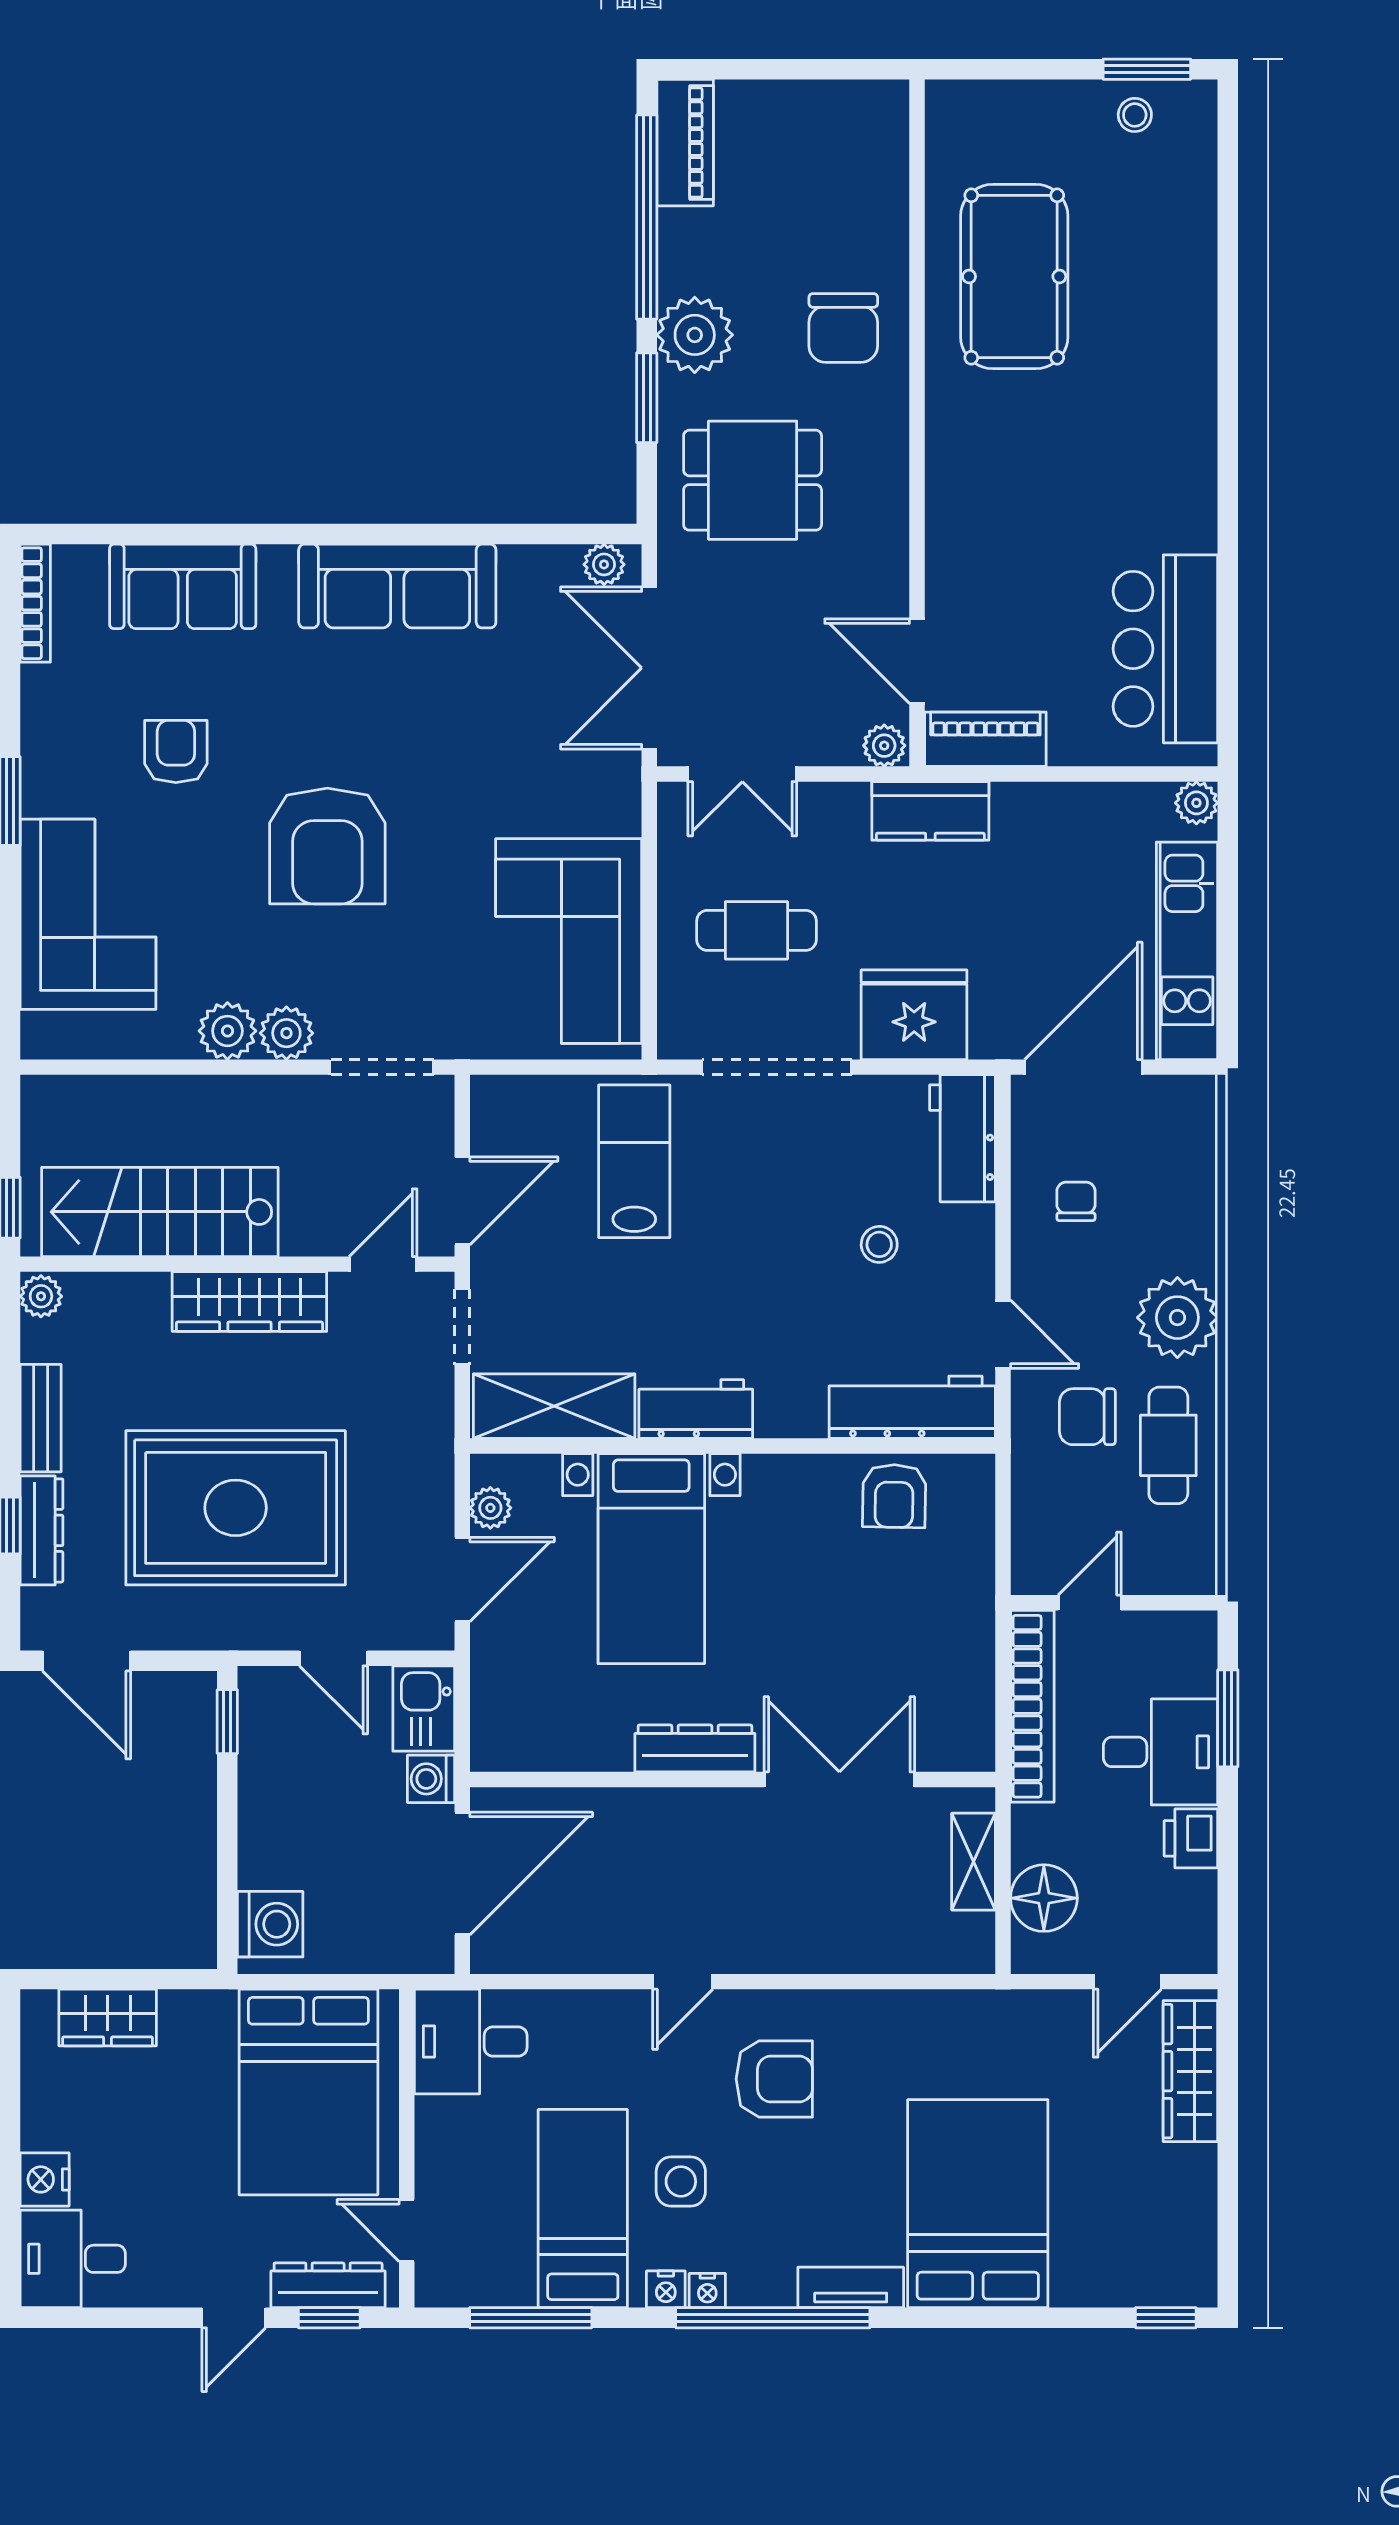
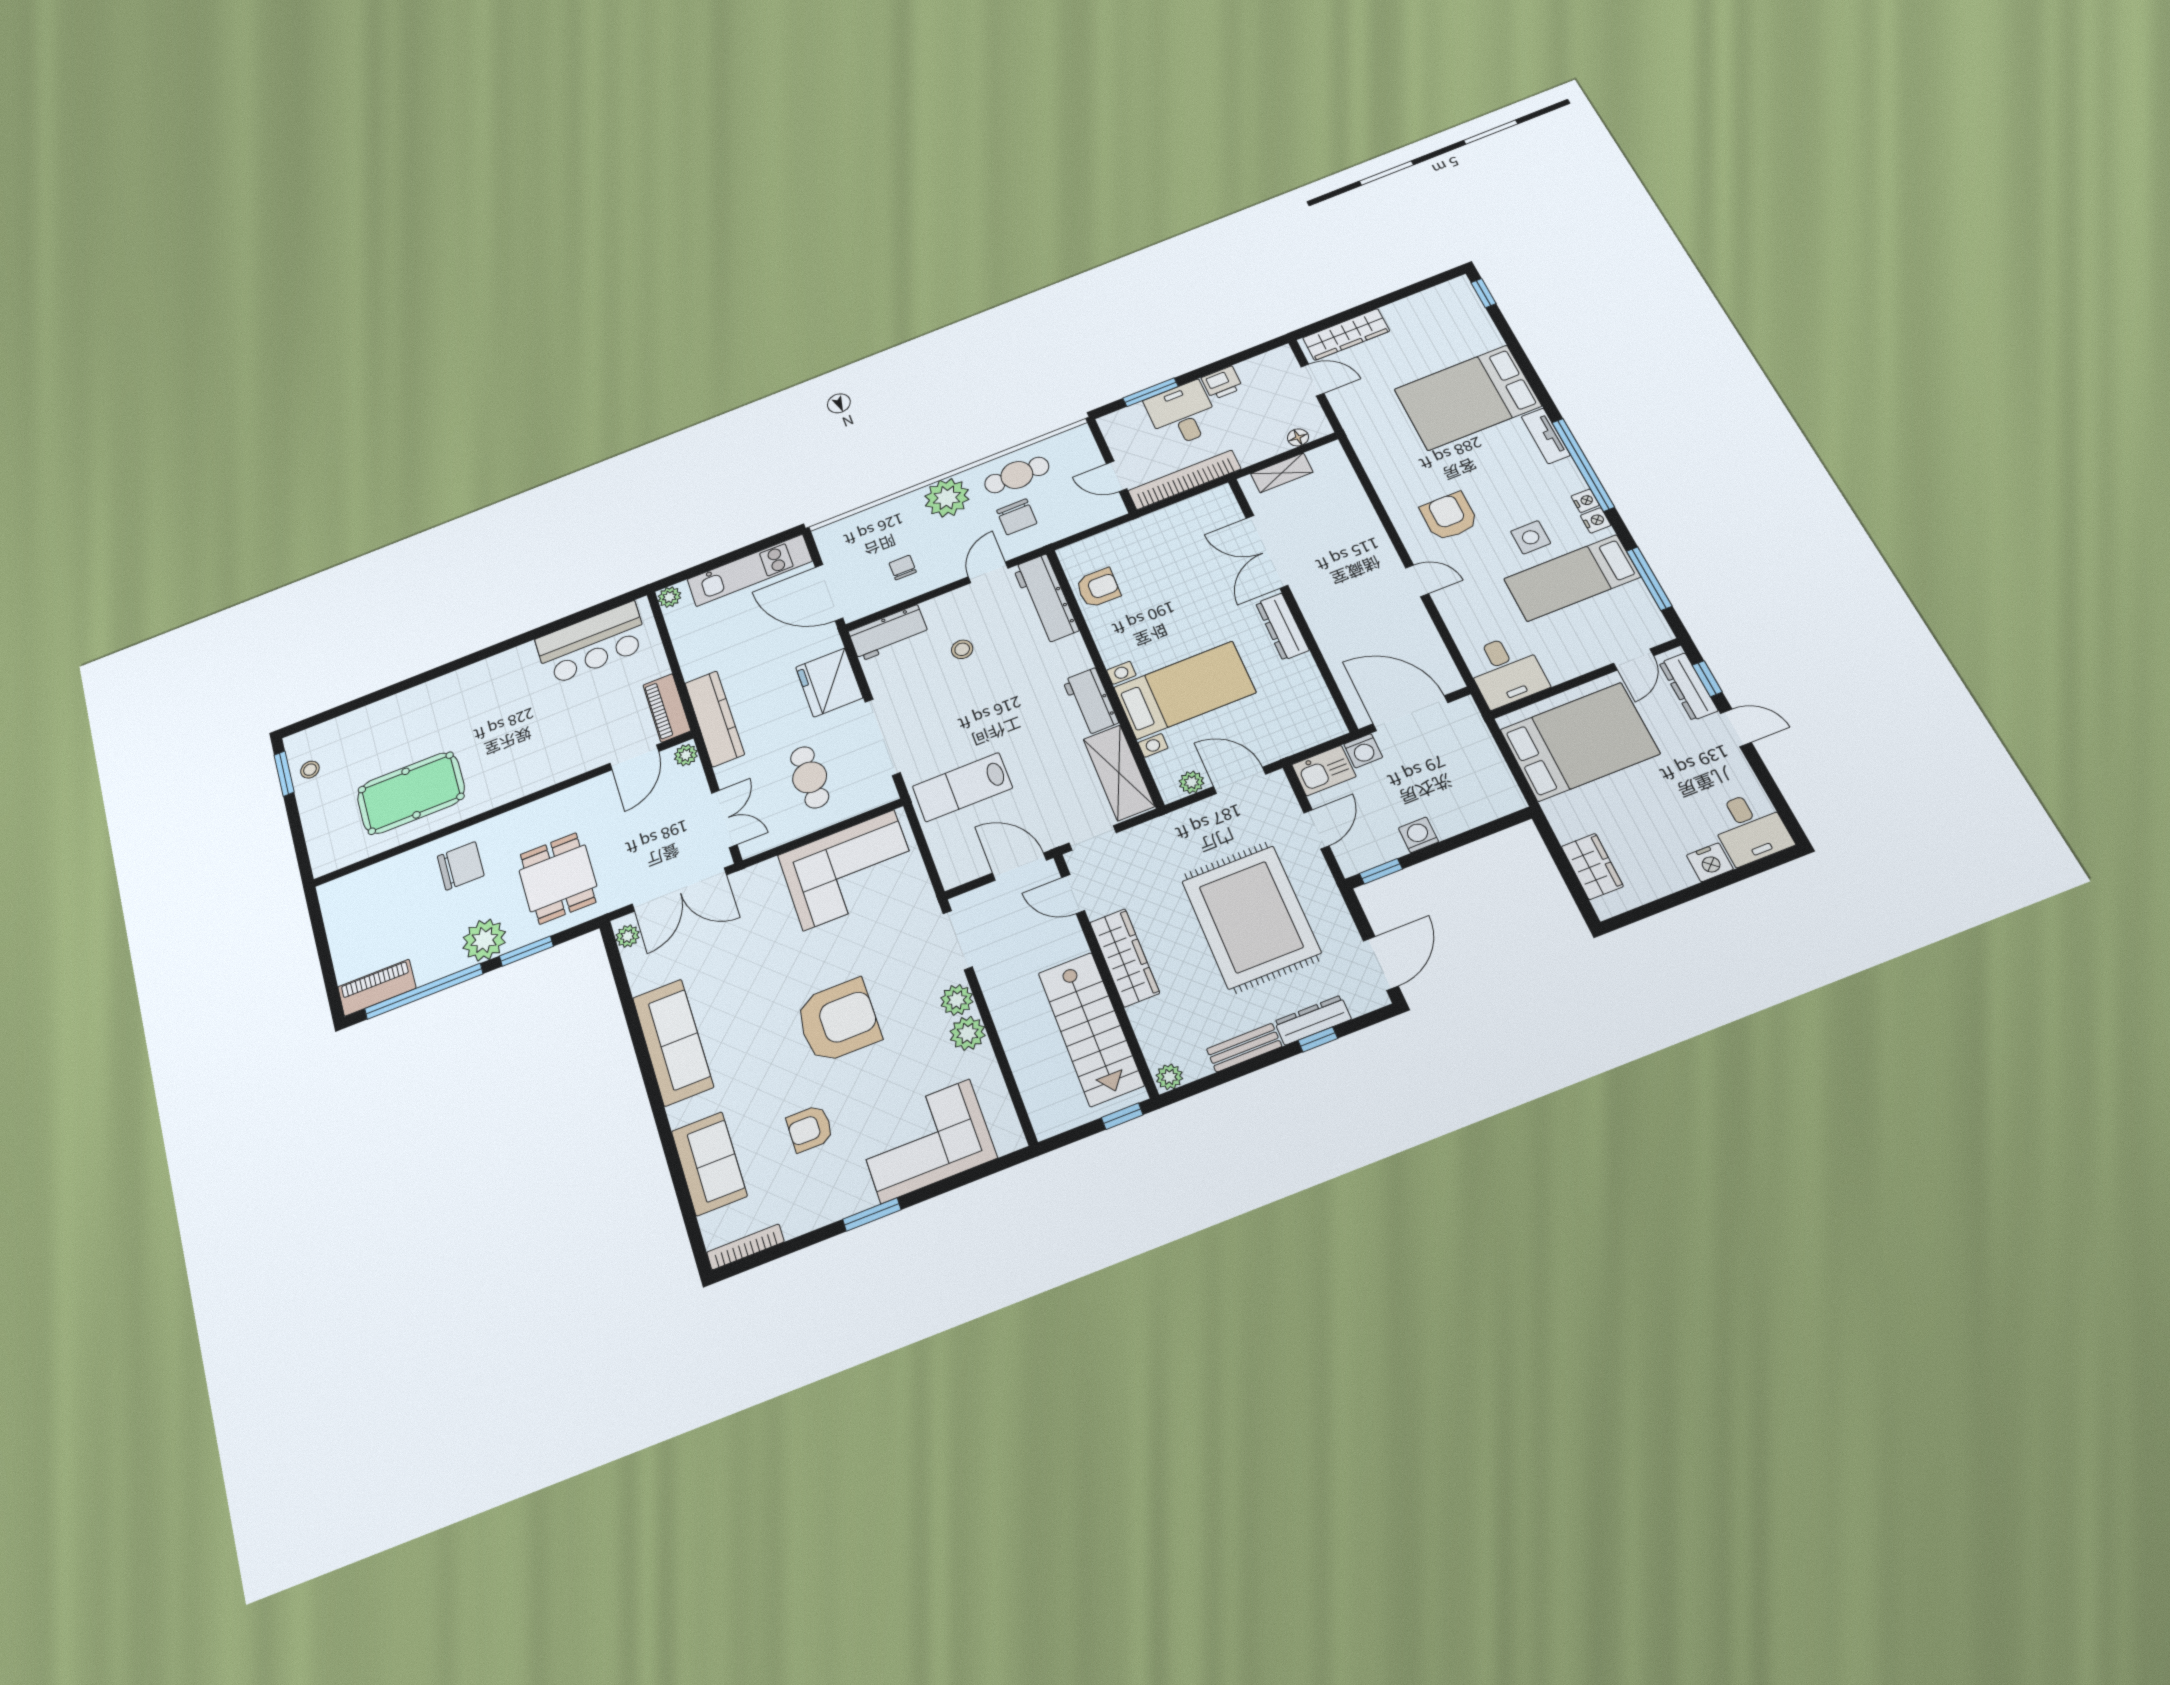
kitchen counter: (930, 811) -> (715, 719), width x1.50
chair: (1076, 1201) -> (903, 568), turned 90
floor lamp: (1044, 1898) -> (1298, 437), width x0.53, depth x0.53
washing machine: (270, 1924) -> (1418, 835), moved, width x0.73, depth x0.73

